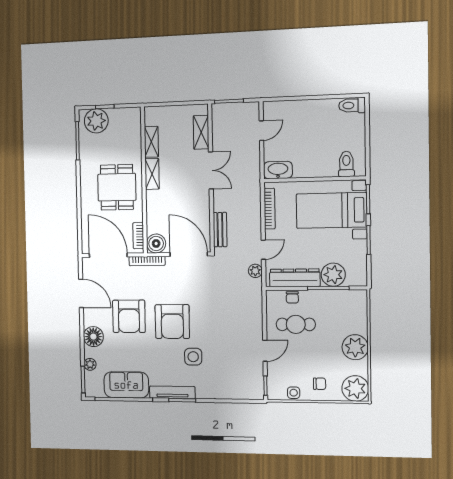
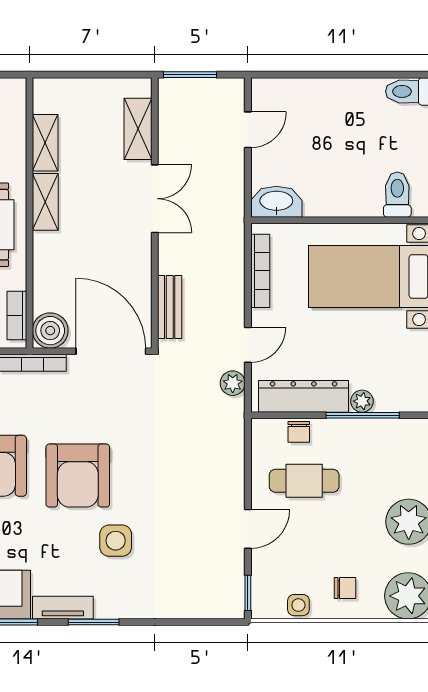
plant: (333, 275) -> (362, 401), width x0.53, depth x0.53
tv unit: (172, 392) -> (63, 608), width x0.71

